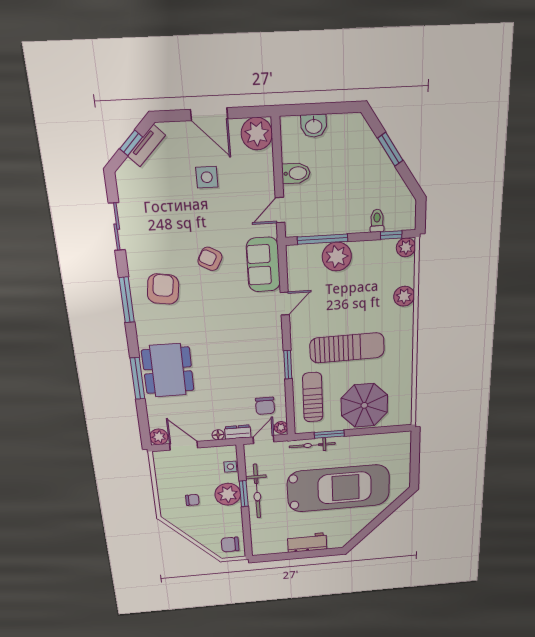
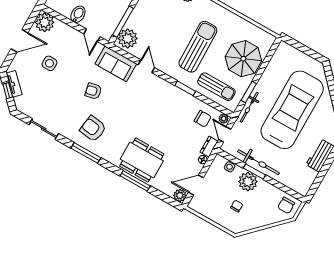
plant: (337, 257) -> (128, 39), moved
armchair: (210, 259) -> (93, 91), turned 49
sun lounger: (313, 397) -> (216, 87), turned 180

